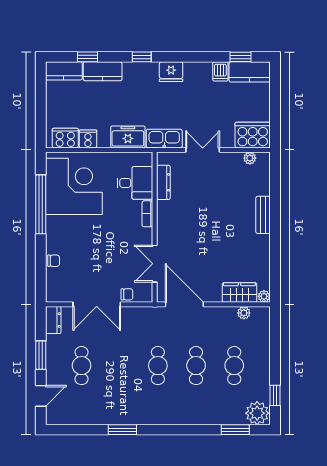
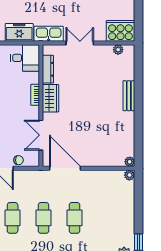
desk: (135, 183) -> (25, 58), moved
wardrobe: (239, 293) -> (51, 98), moved, turned 90
plant: (244, 313) -> (129, 175), moved
cafe table: (234, 366) -> (13, 218), moved

